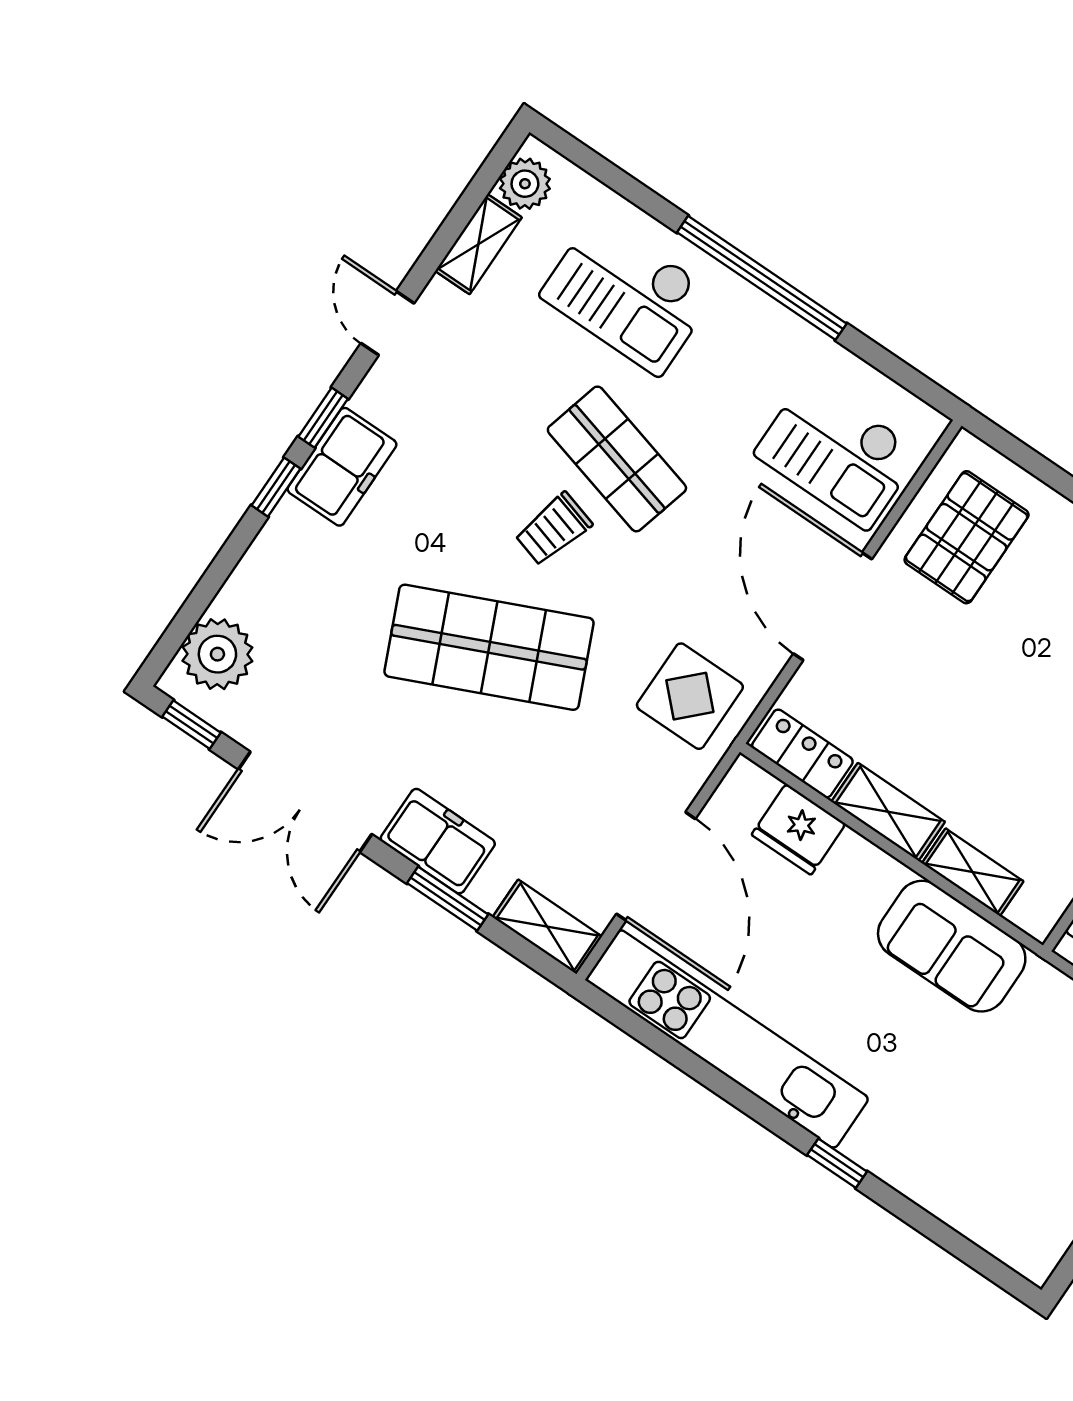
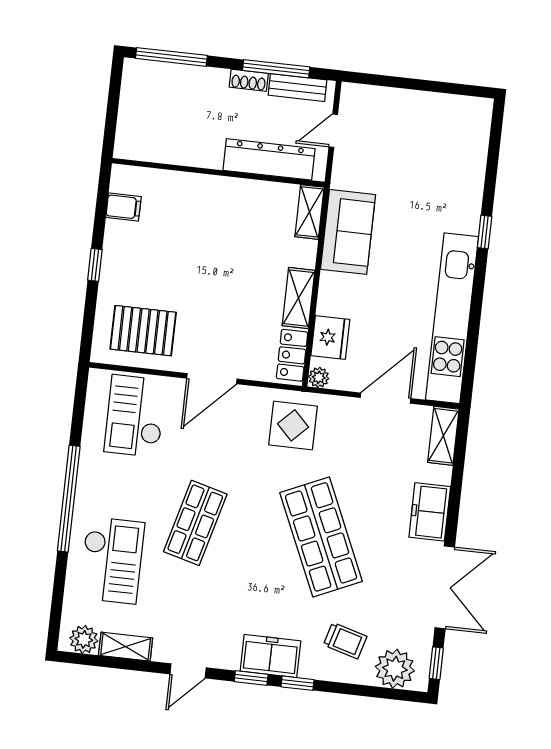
checkout: (837, 453) -> (135, 416), turned 180
trolley: (553, 529) -> (345, 641), moved
door: (833, 606) -> (212, 379), width x0.73
plant: (745, 777) -> (319, 377), added
door: (656, 866) -> (386, 398), width x0.73
shelving: (973, 872) -> (310, 212), moved
window: (448, 899) -> (455, 492), removed

